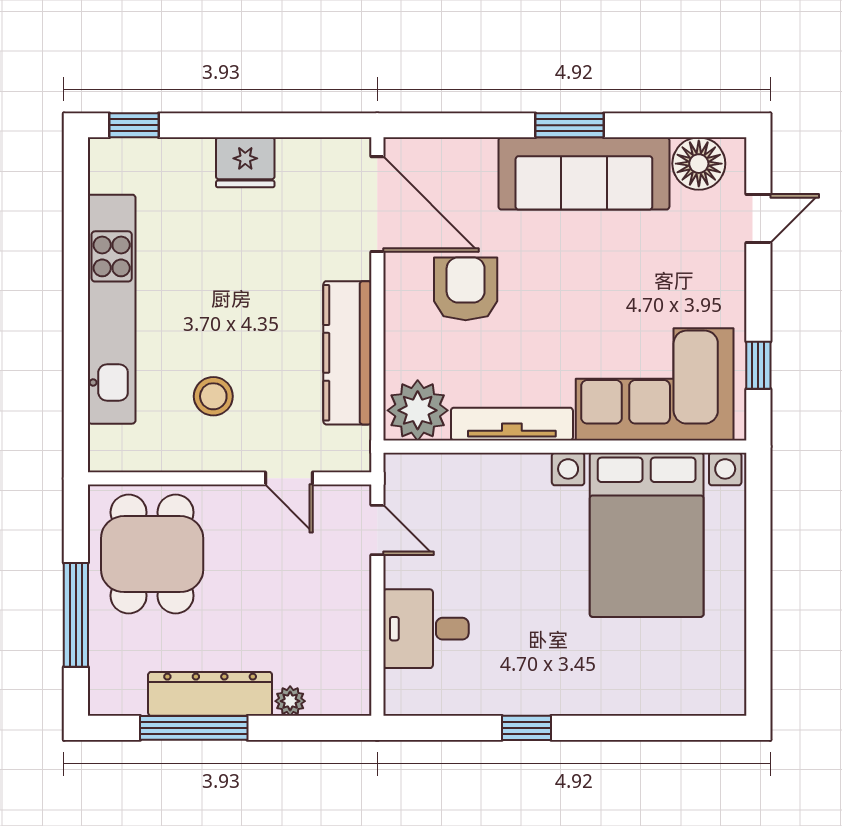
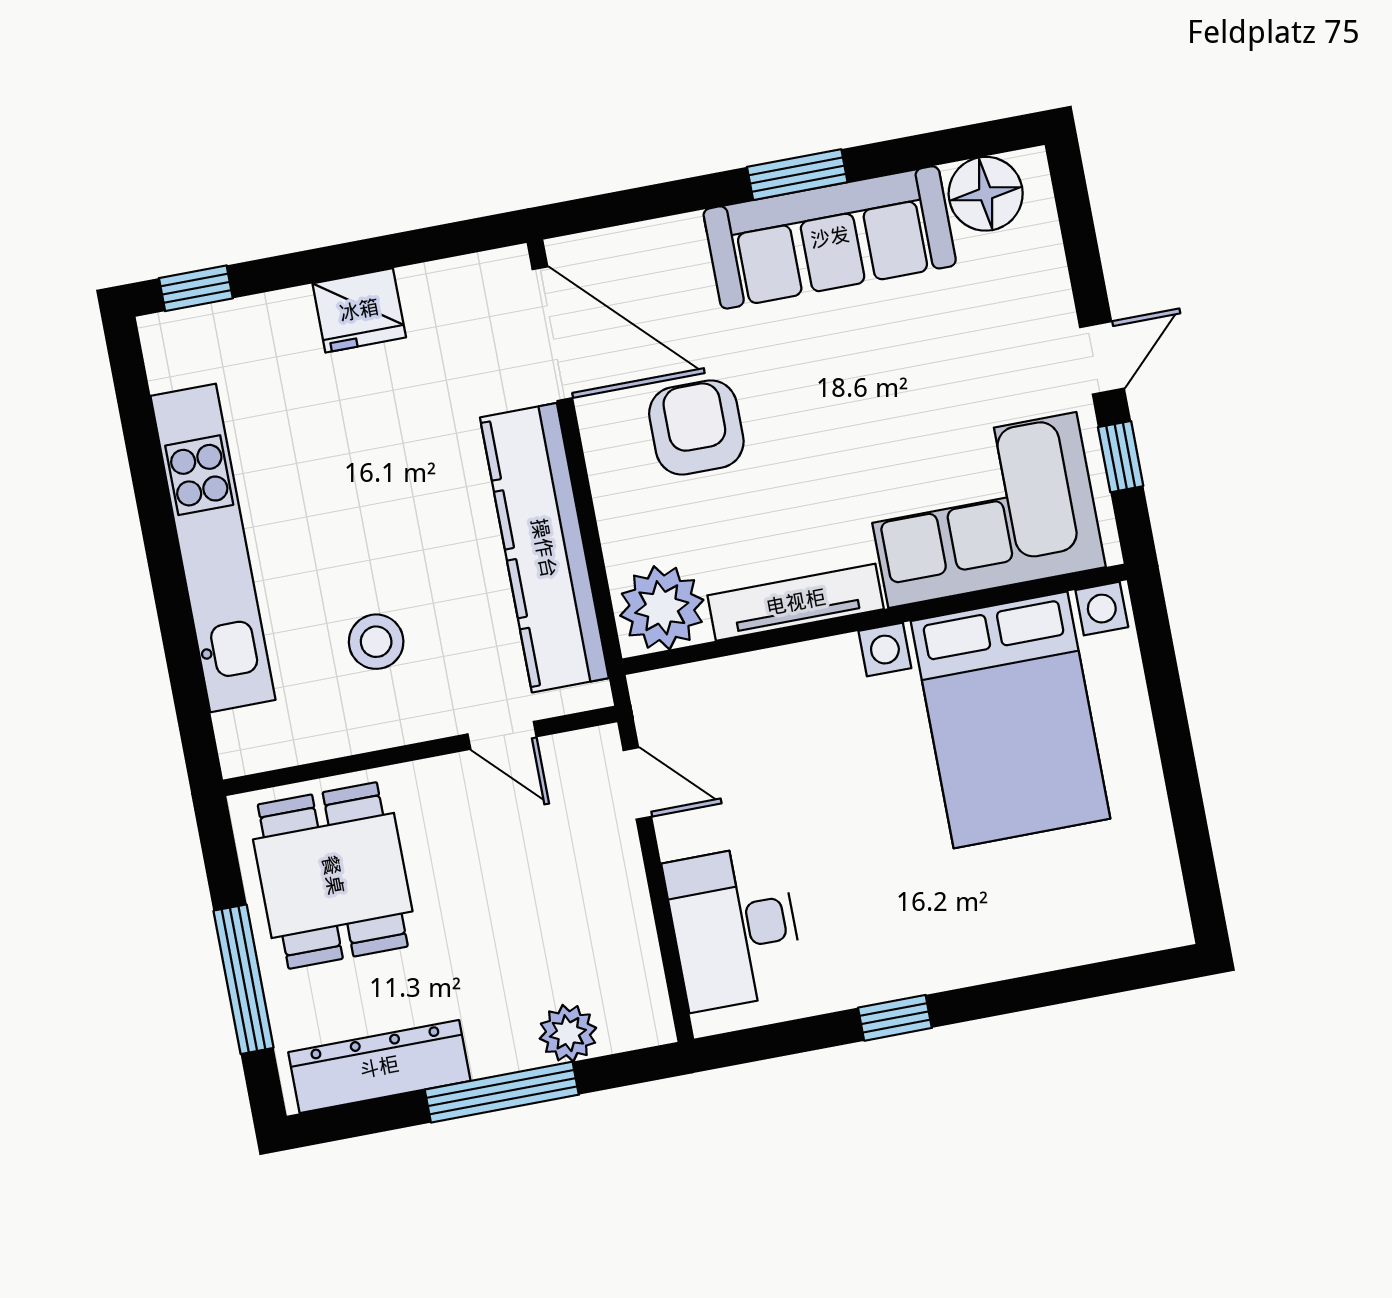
door: (758, 218) -> (1102, 358), moved
kitchen counter: (347, 353) -> (544, 548), width x1.39, depth x1.17
desk: (426, 629) -> (734, 927), width x1.37
dresser: (210, 694) -> (379, 1067), moved
plant: (290, 701) -> (568, 1033), width x1.38, depth x1.38
window: (194, 728) -> (502, 1092), moved

